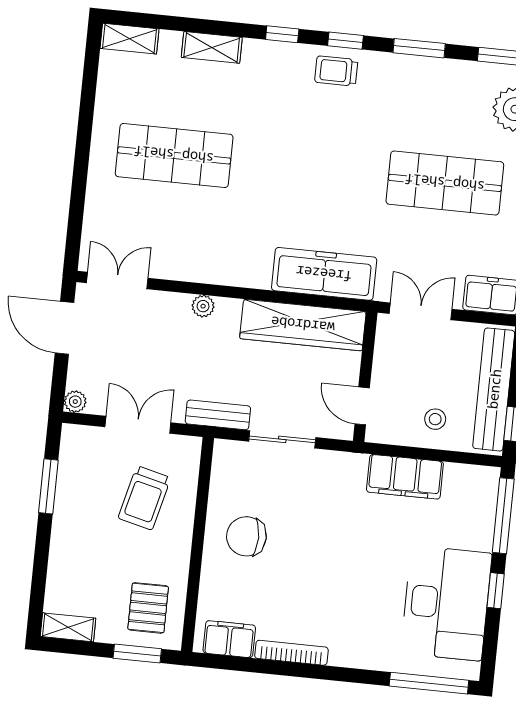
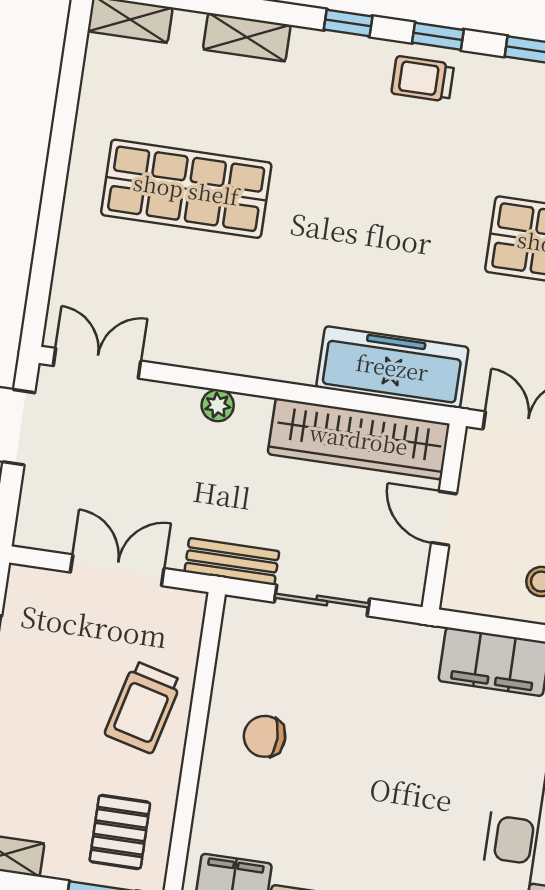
plant: (75, 402) -> (29, 533), removed
door: (362, 406) -> (444, 518), moved
trolley: (144, 498) -> (143, 707), moved
chair: (246, 536) -> (265, 736), width x0.73, depth x0.73

